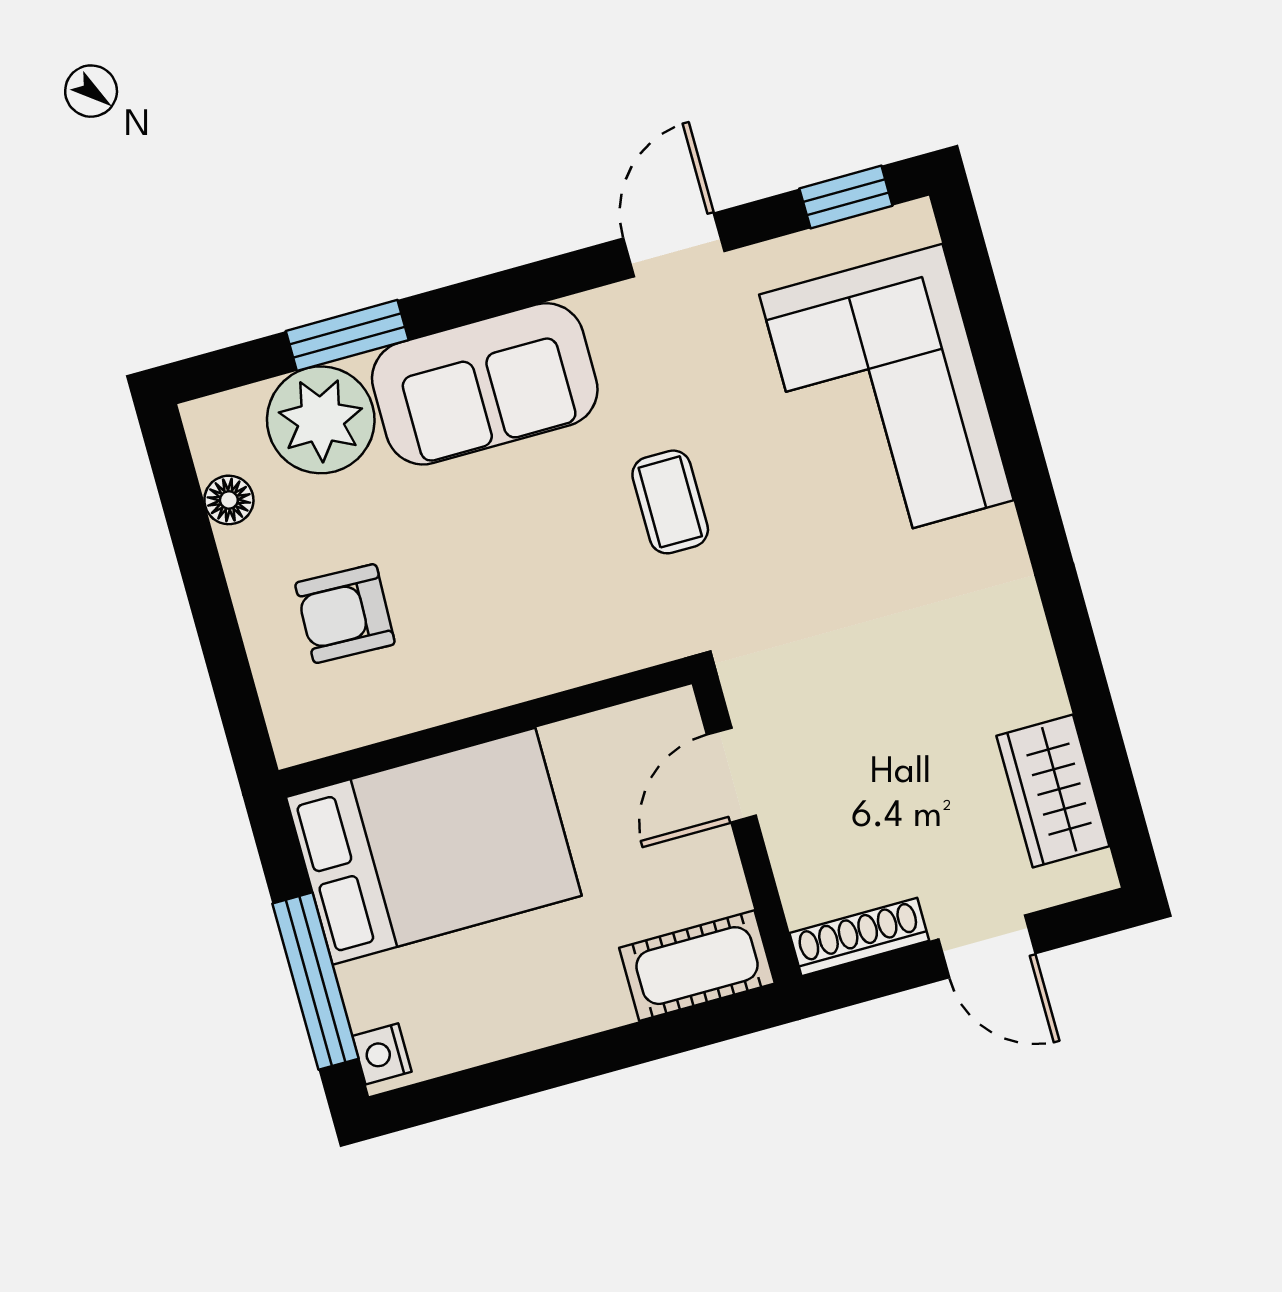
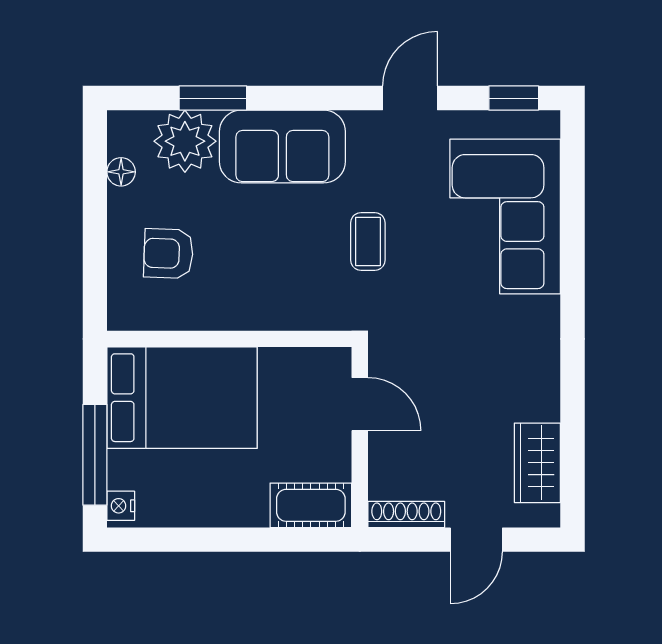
door: (731, 775) -> (360, 404), swing flipped
door: (987, 946) -> (476, 540), hinge flipped

